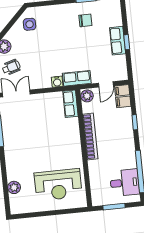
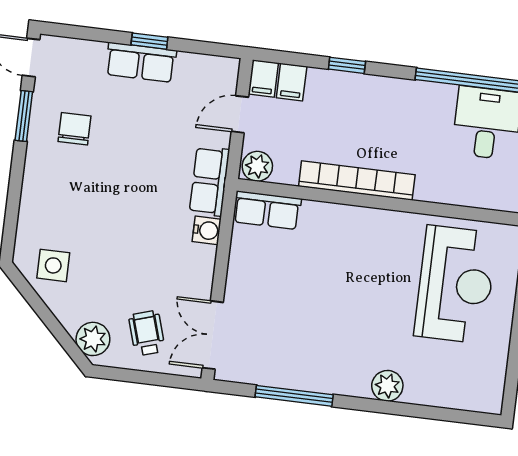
door: (106, 84) -> (240, 114), swing flipped
plant: (14, 187) -> (387, 386), moved

